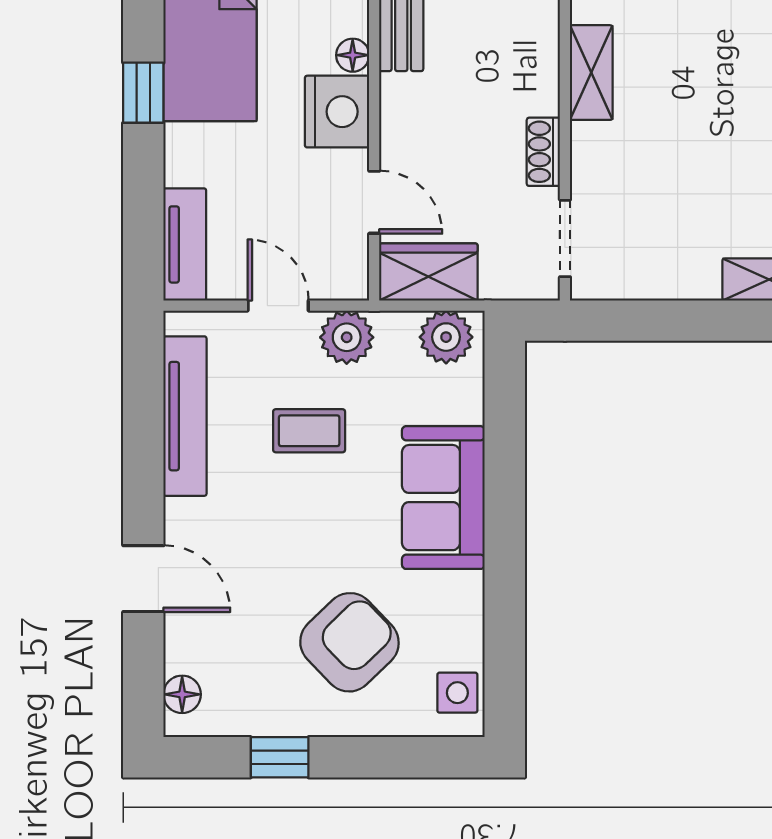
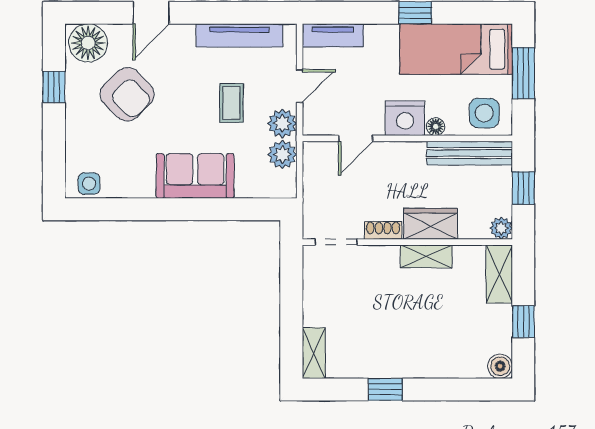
wardrobe: (428, 272) -> (431, 224), moved, turned -90
plant: (446, 337) -> (282, 155), moved
armchair: (349, 642) -> (127, 94), moved
floor lamp: (182, 694) -> (88, 43), width x1.89, depth x1.89

